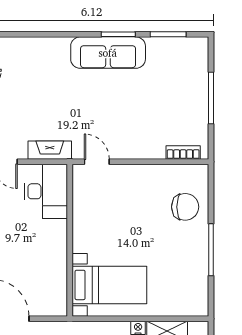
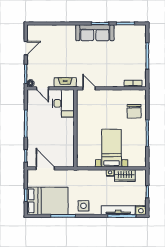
chair: (185, 207) -> (134, 111), turned 90
bed with nightstands: (109, 285) -> (112, 148), moved, turned -90

